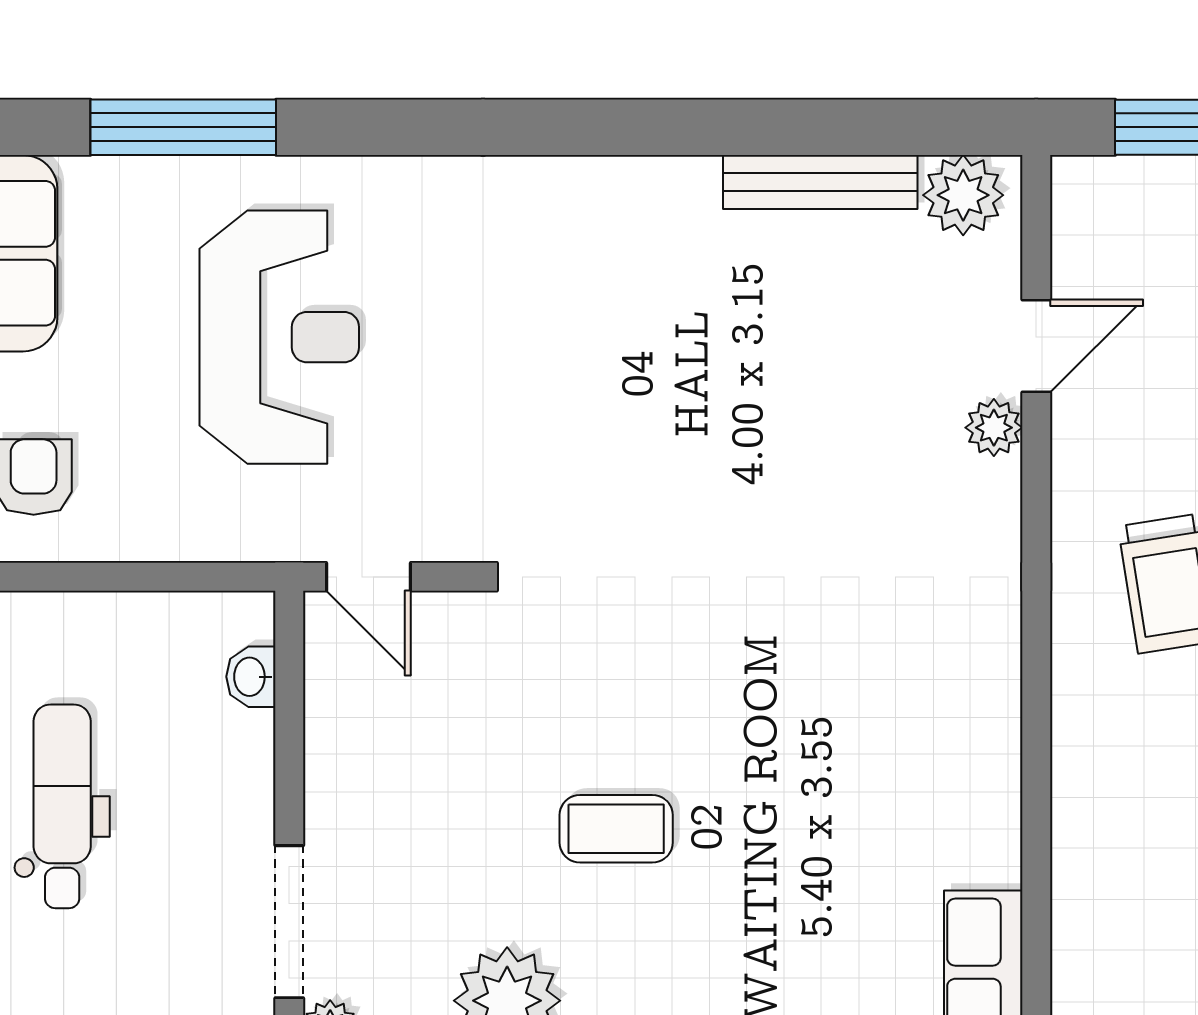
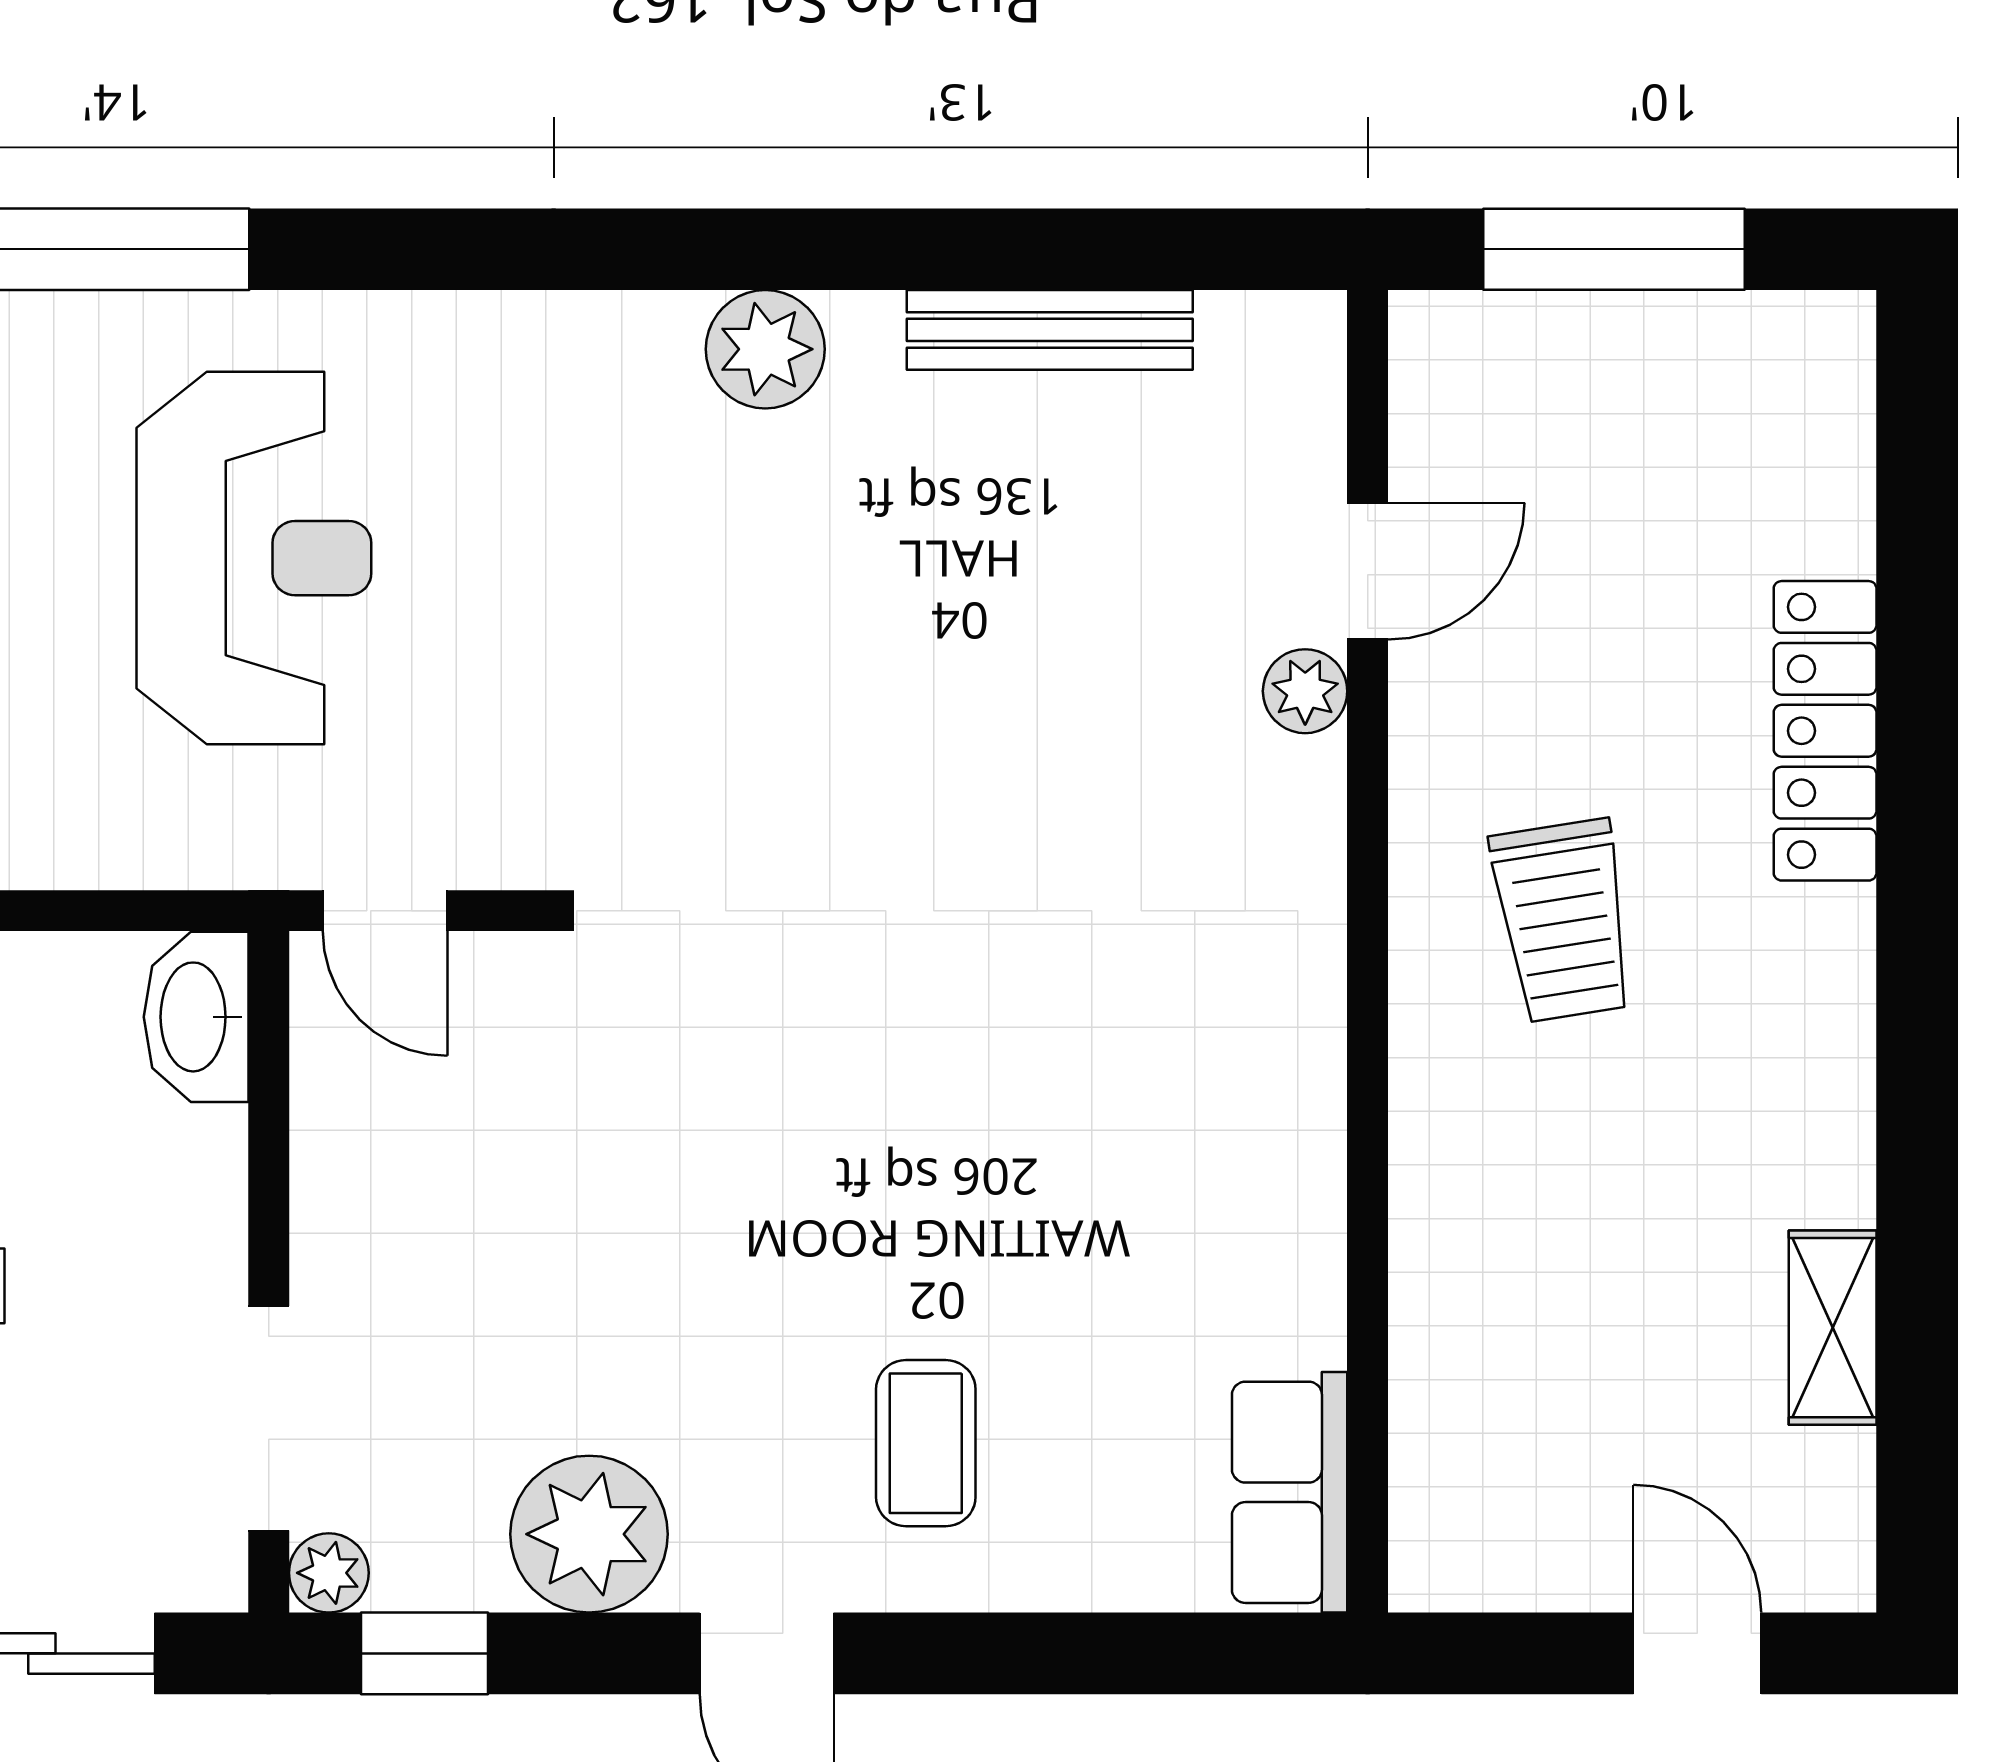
plant: (963, 195) -> (765, 349), moved
washbasin: (251, 677) -> (196, 1017), width x1.91, depth x1.45
coffee table: (616, 829) -> (926, 1443), moved, turned 90

